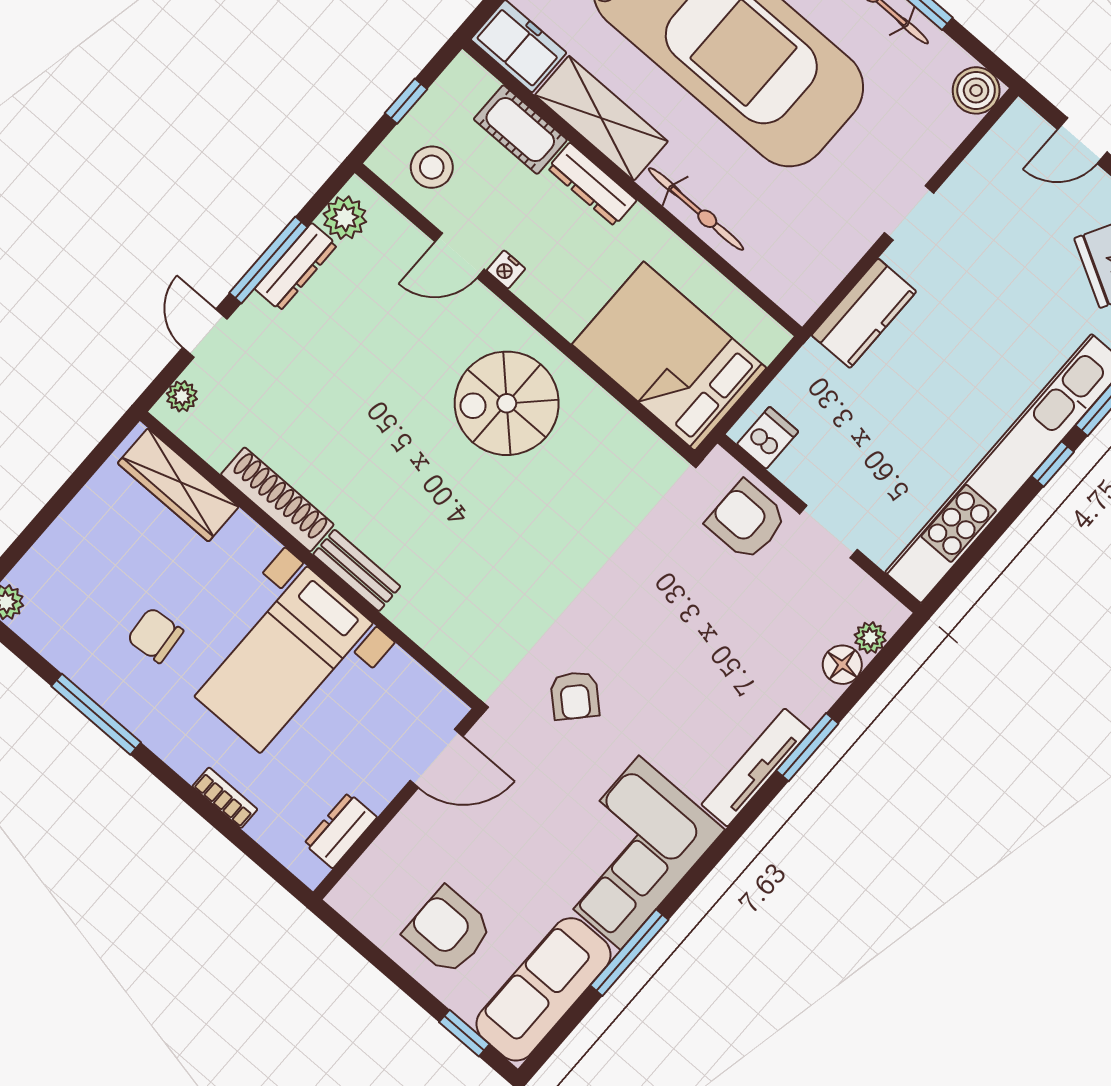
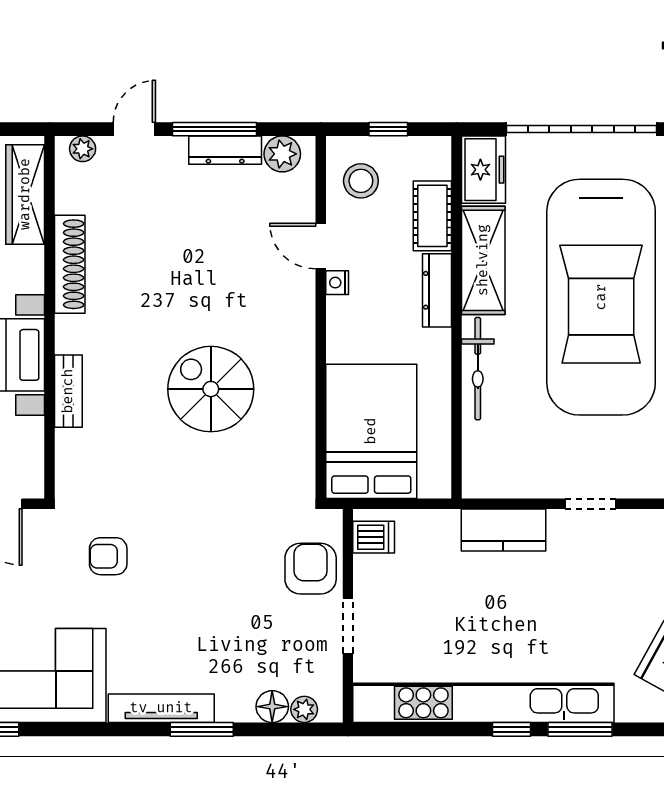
spiral stairs: (507, 403) -> (211, 389), moved
bench: (357, 570) -> (68, 391), moved
armchair: (575, 696) -> (108, 556), turned 47

